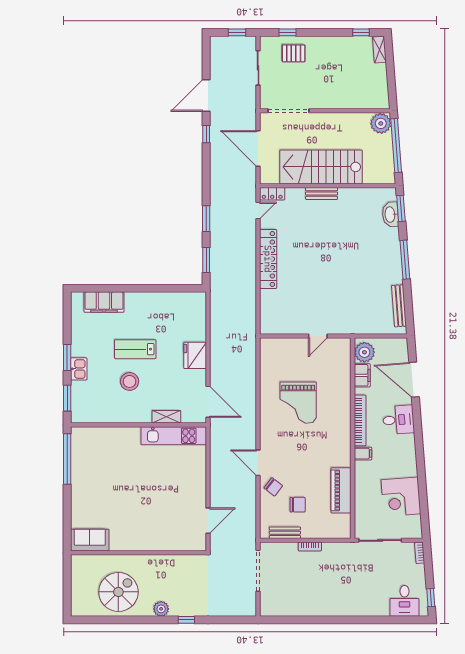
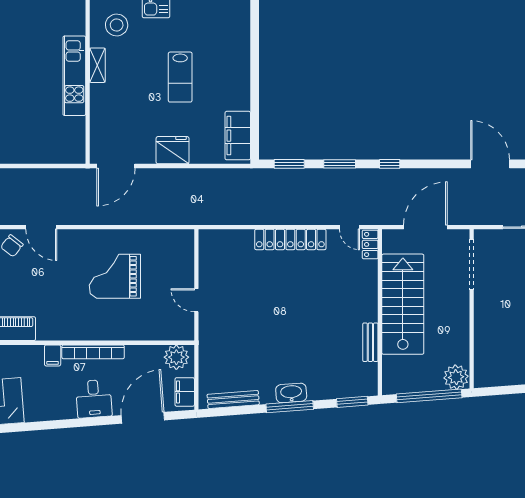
window: (206, 134) -> (390, 164), moved
bench: (322, 194) -> (370, 342), moved
washbasin: (390, 215) -> (291, 393), moved
filing cabinet: (104, 302) -> (238, 136), moved
lab bench: (135, 349) -> (180, 77), turned 180
filing cabinet: (362, 375) -> (185, 392), moved, turned 90
stool: (130, 381) -> (117, 25), moved
shelving: (166, 417) -> (97, 65), moved
kitchen unit: (174, 436) -> (74, 76), moved
door: (258, 463) -> (41, 227), swing flipped

